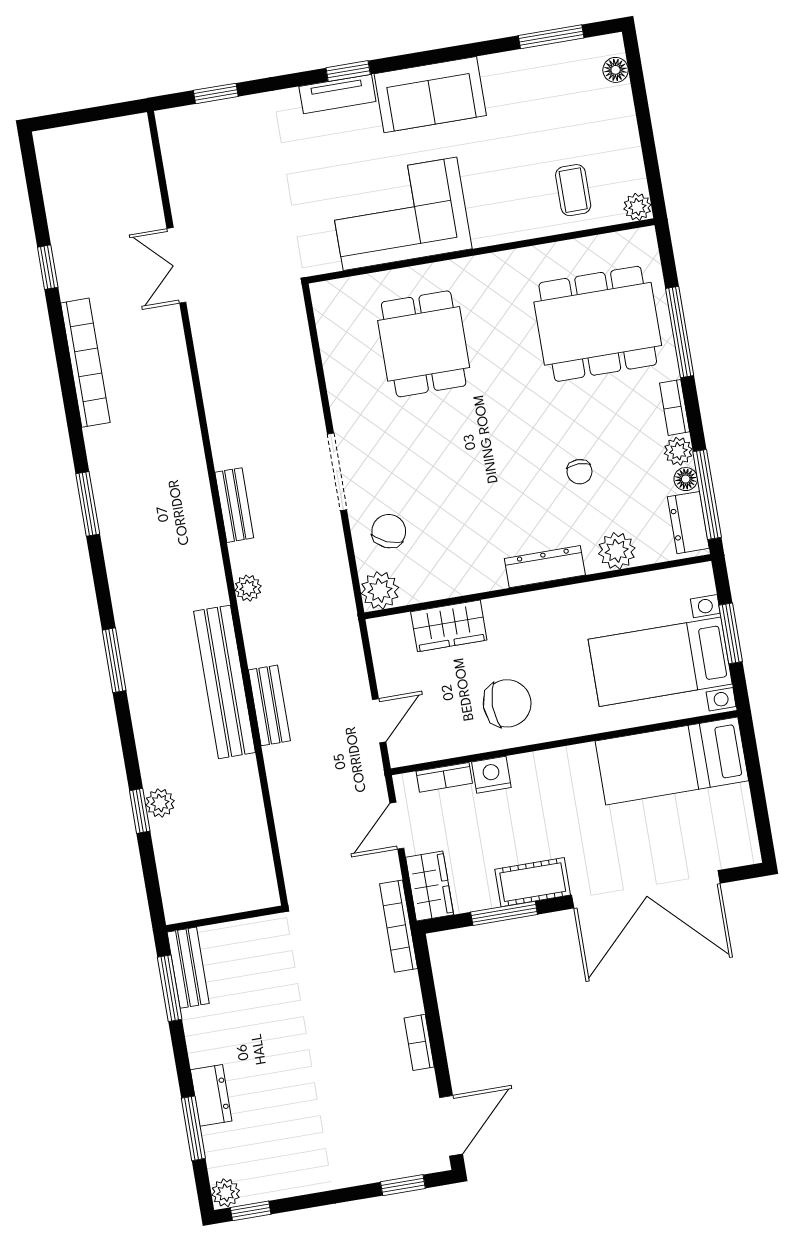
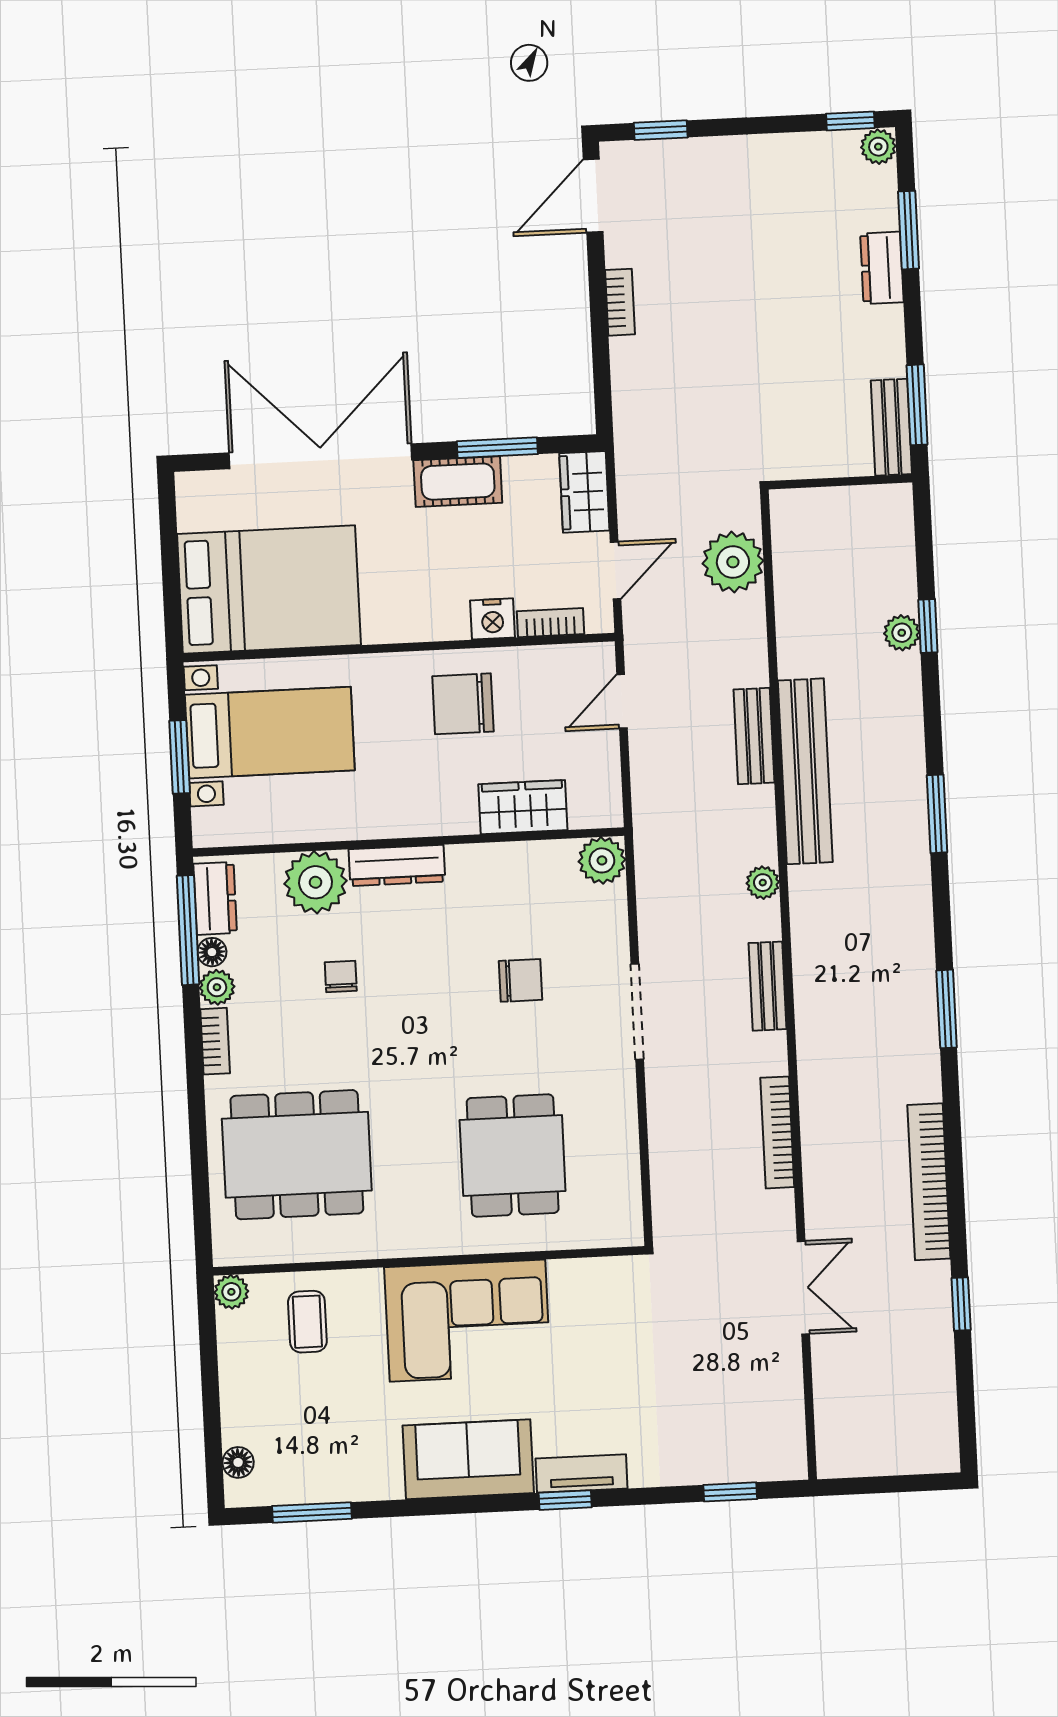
corner sofa: (400, 214) -> (467, 1321), moved
window: (680, 332) -> (198, 1133), removed
chair: (389, 531) -> (521, 980), moved, turned -113
plant: (617, 551) -> (316, 882), width x1.36, depth x1.36
bed: (672, 761) -> (269, 589), width x1.50
plant: (303, 844) -> (733, 562), added
bookcase: (399, 926) -> (777, 1132), moved, turned 180

